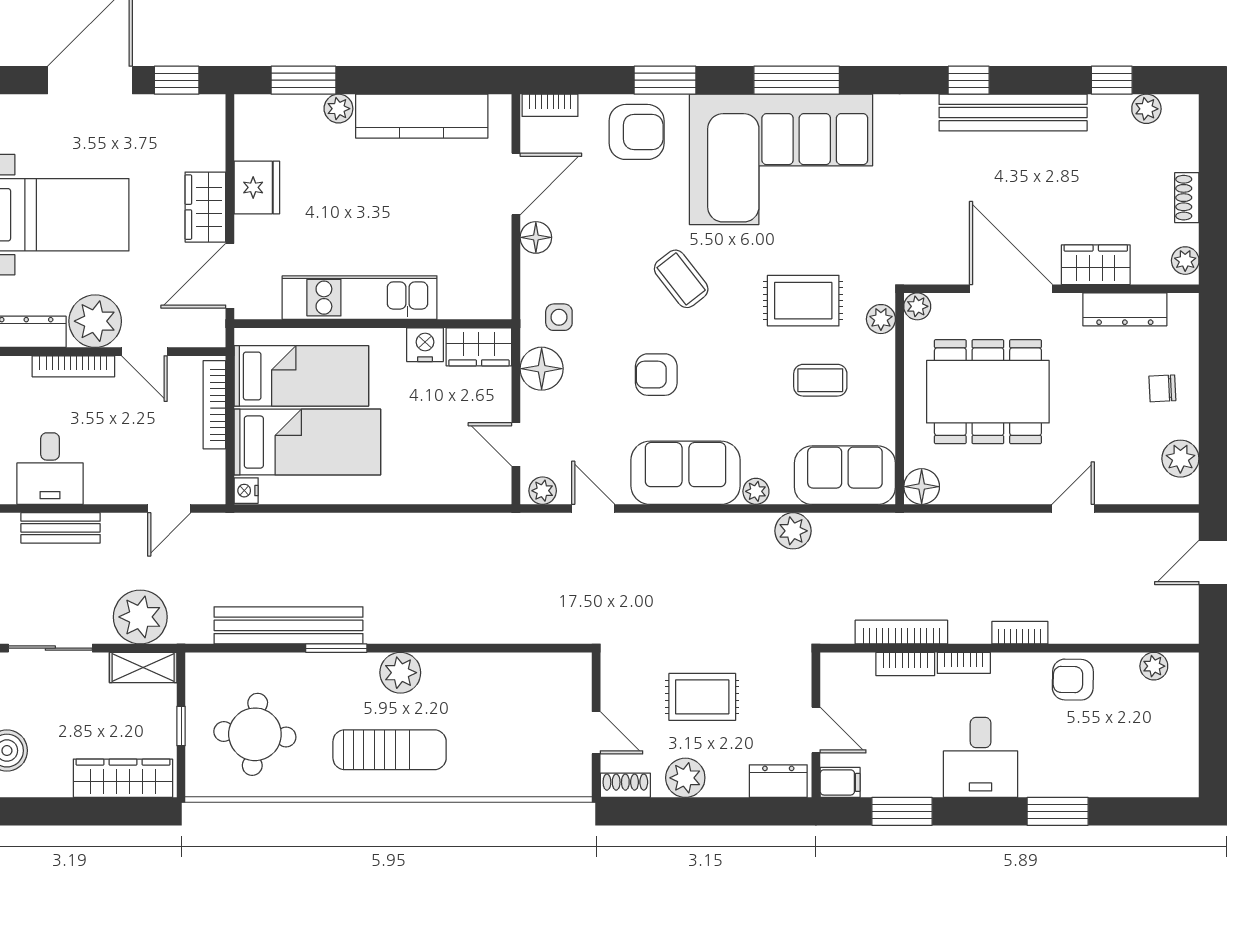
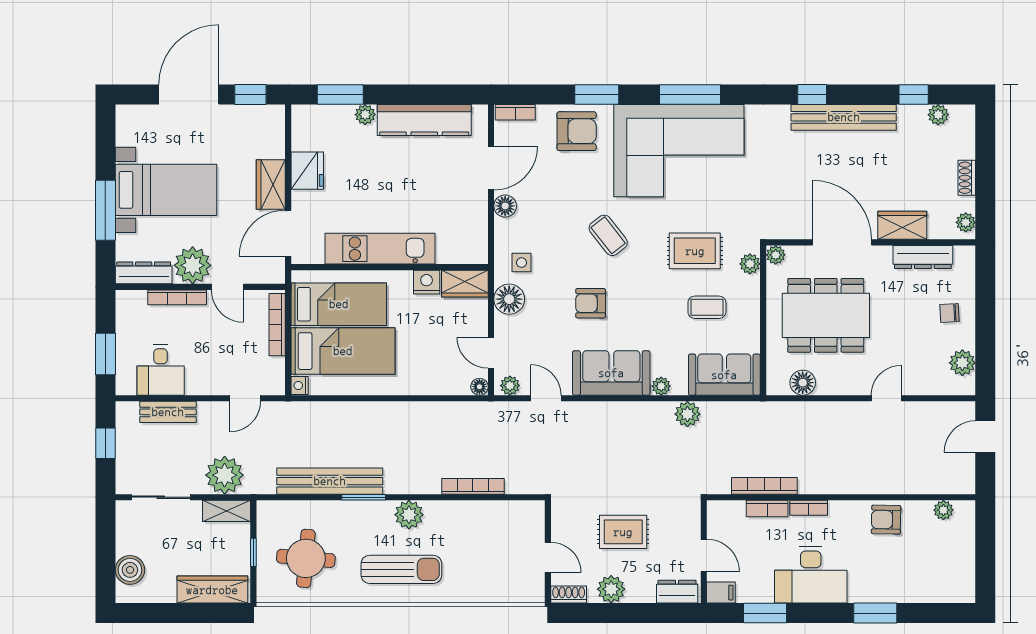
floor lamp: (922, 487) -> (803, 383), moved
floor lamp: (500, 492) -> (479, 387), added
bookcase: (1020, 633) -> (473, 486), moved, width x1.56
desk: (981, 757) -> (811, 575), width x1.37

